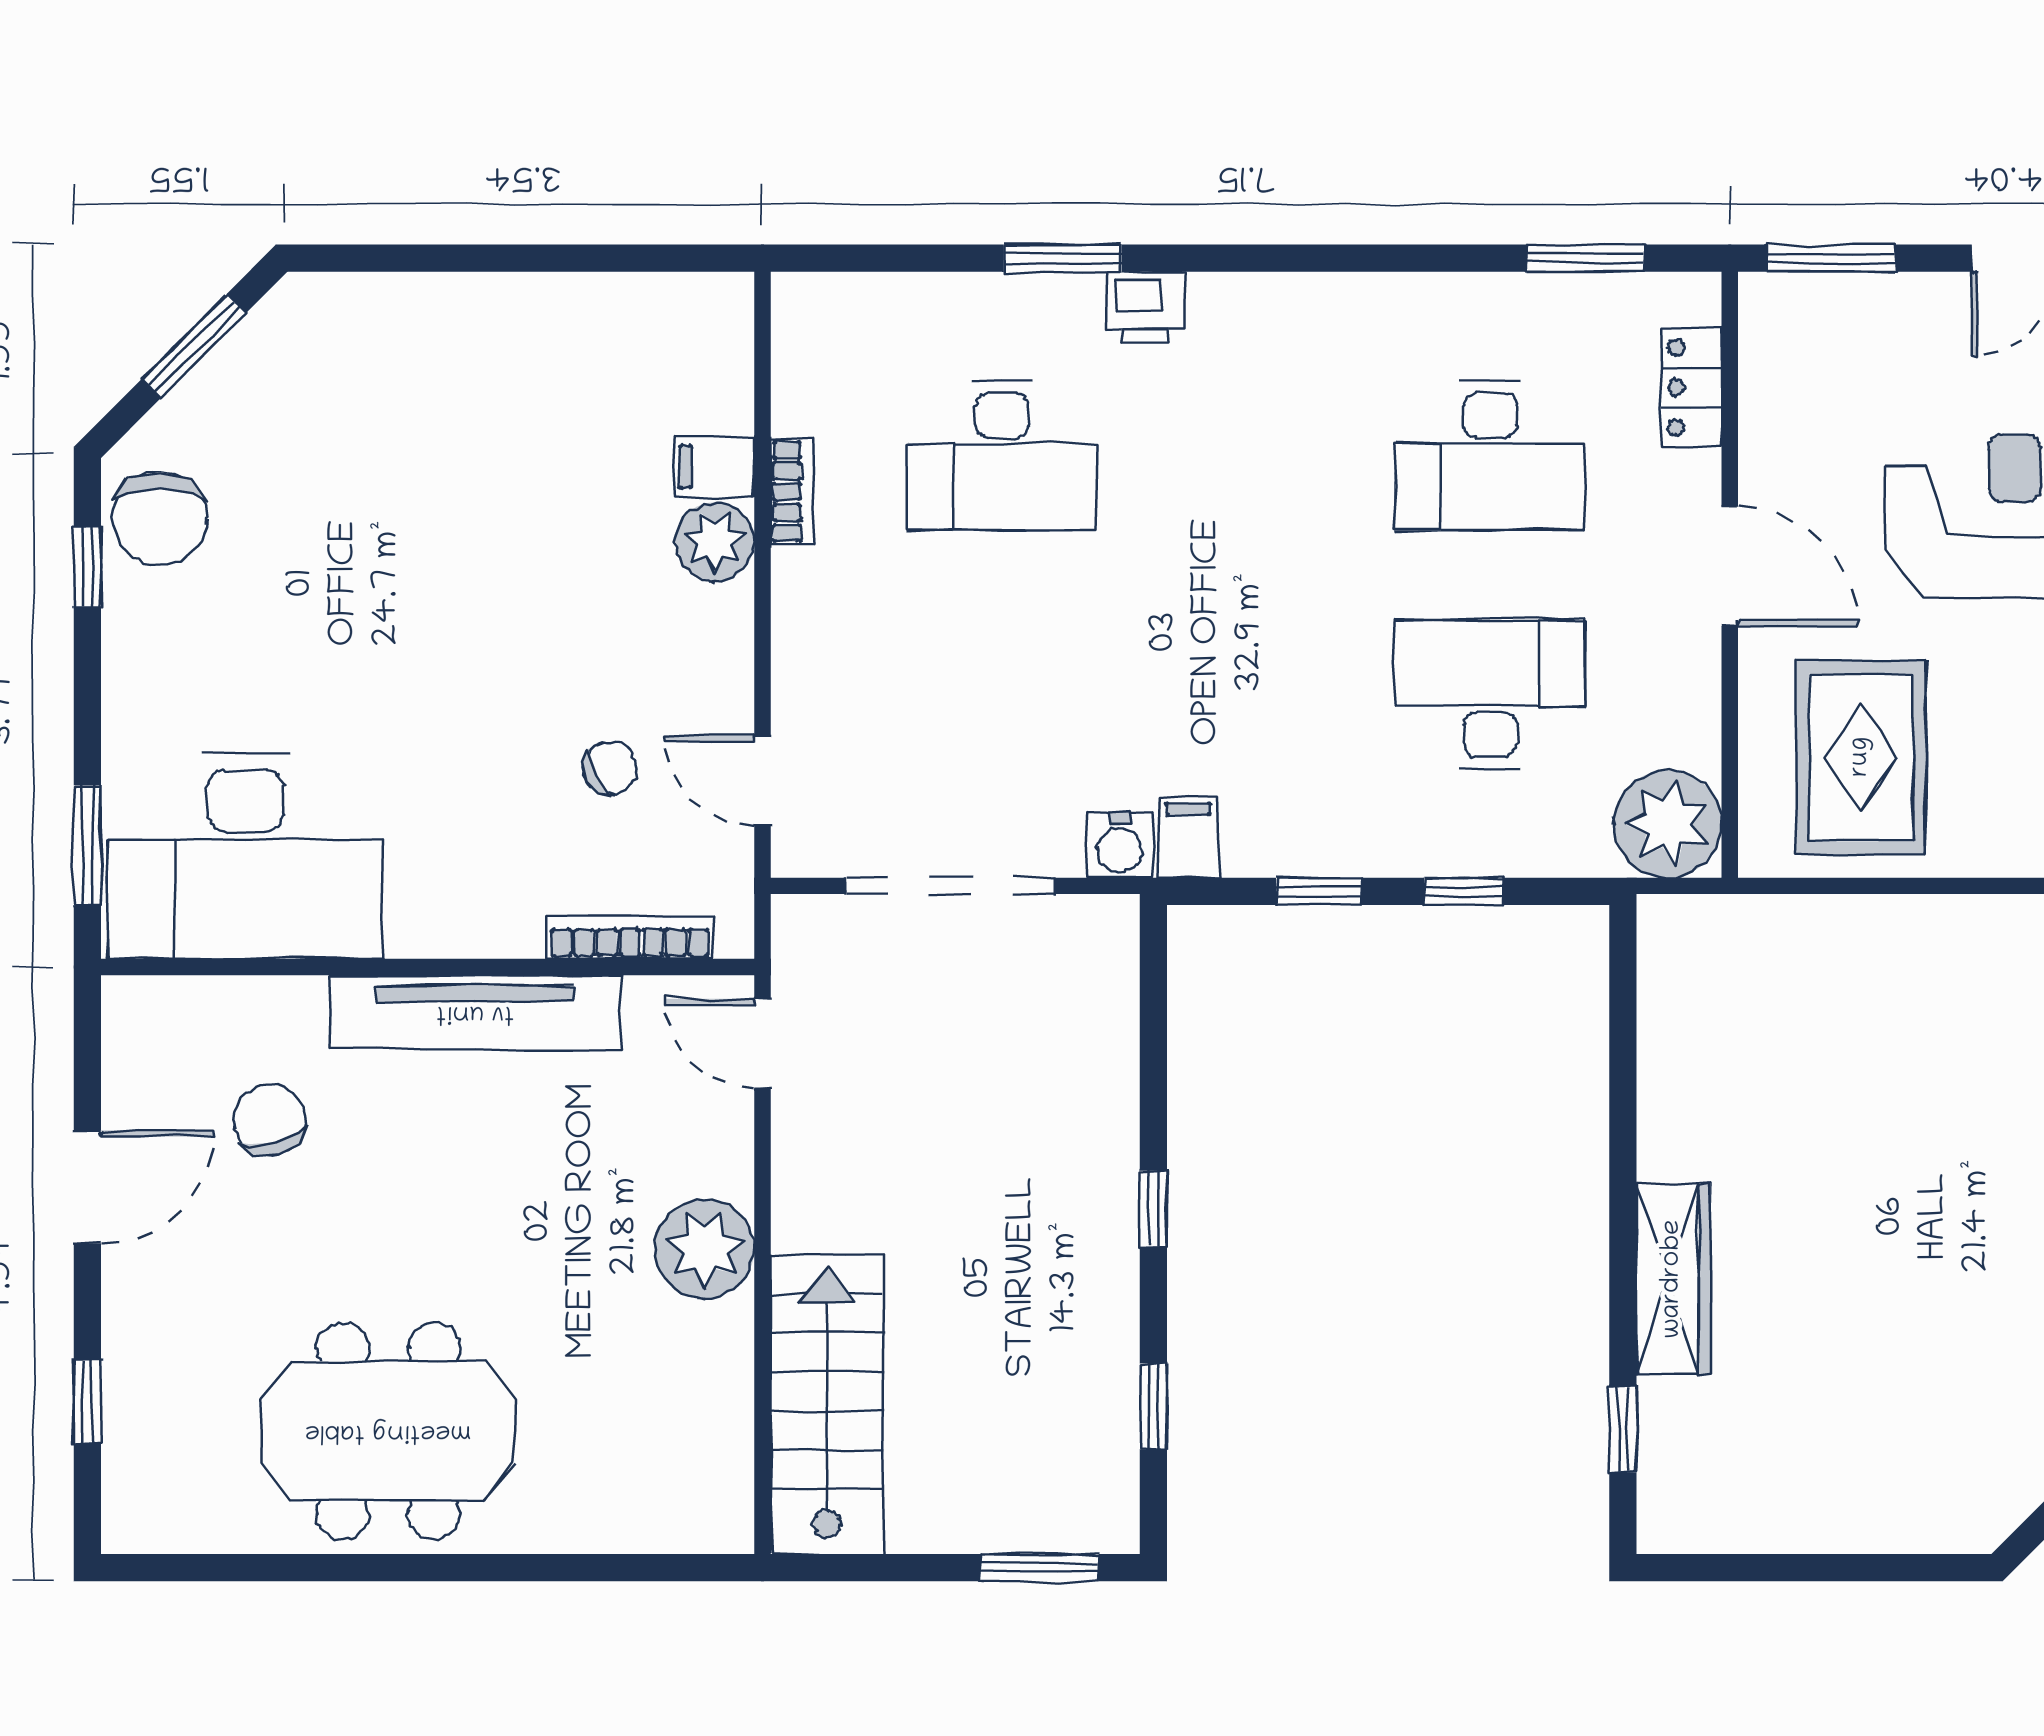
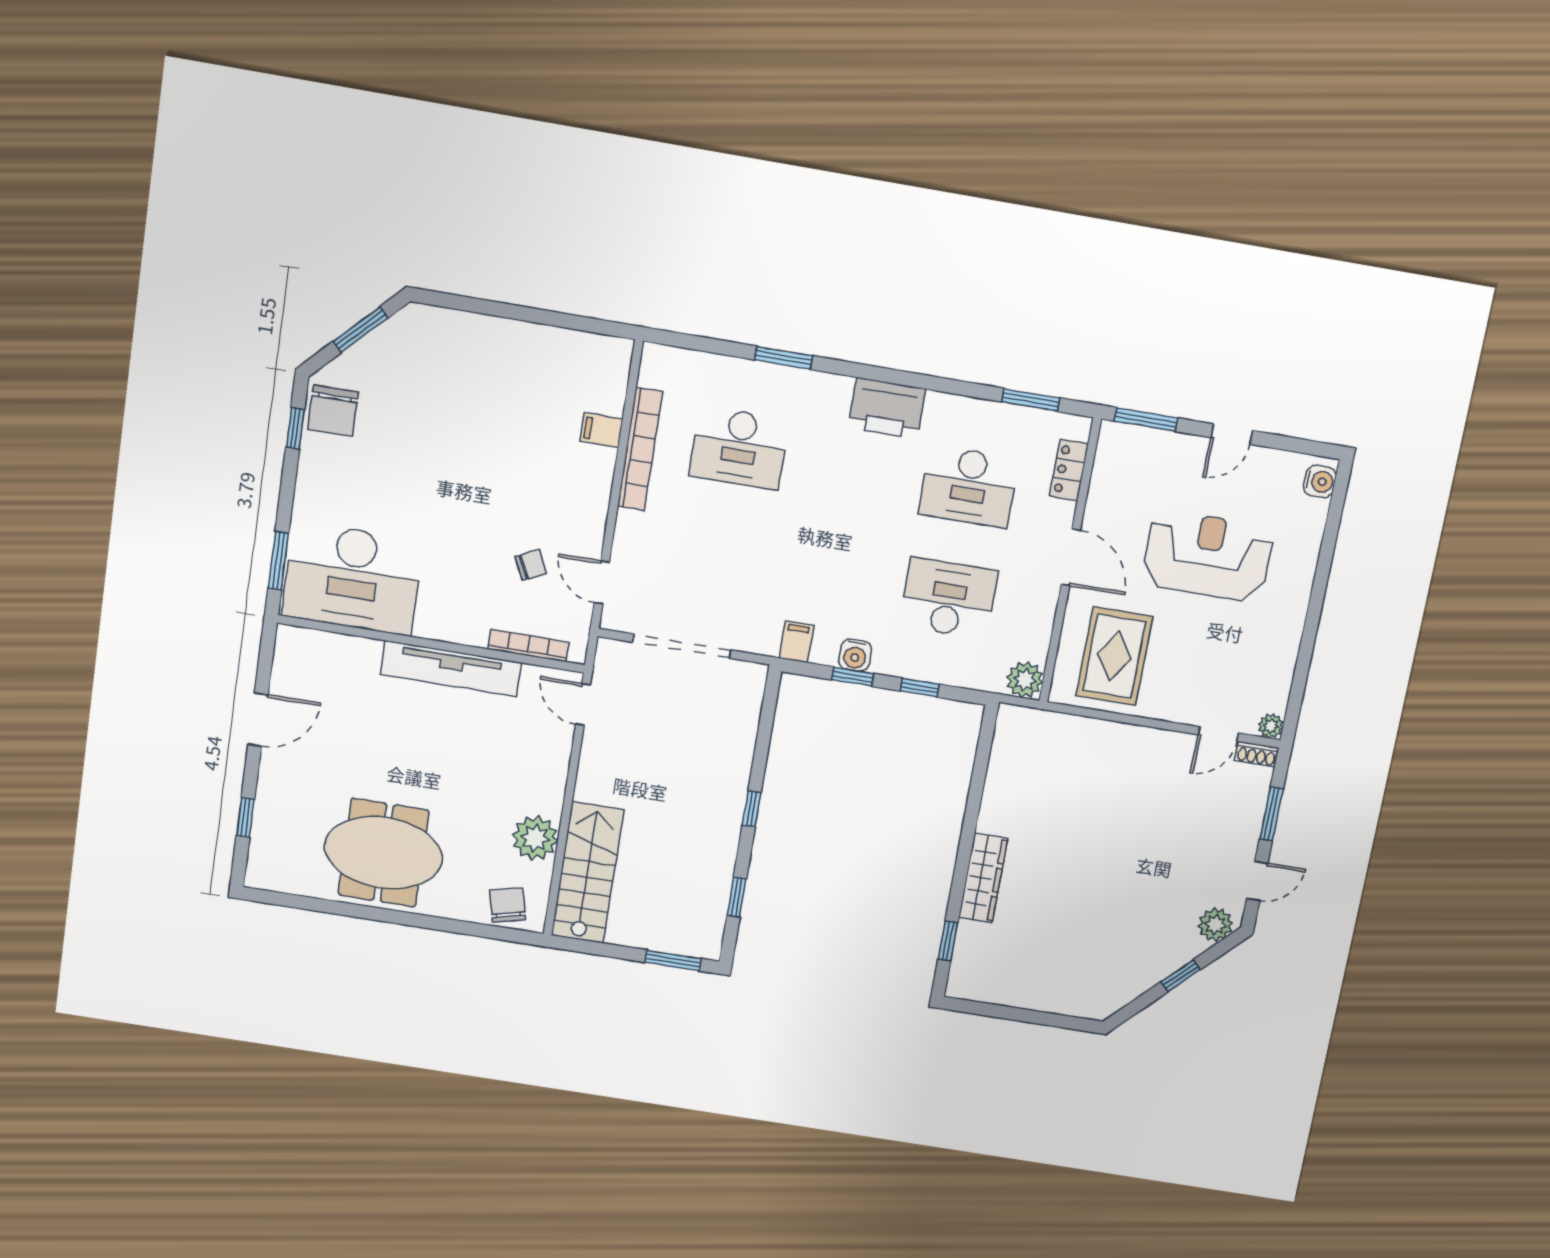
printer: (1145, 307) -> (887, 408), moved, width x1.87, depth x1.48
bookcase: (792, 492) -> (640, 449), width x2.31, depth x1.31
plant: (715, 542) -> (596, 466), removed
plant: (1668, 824) -> (1025, 680), width x0.73, depth x0.73
water cooler: (1120, 845) -> (855, 655), moved
chair: (269, 1120) -> (507, 905), moved
plant: (705, 1249) -> (535, 838), moved

